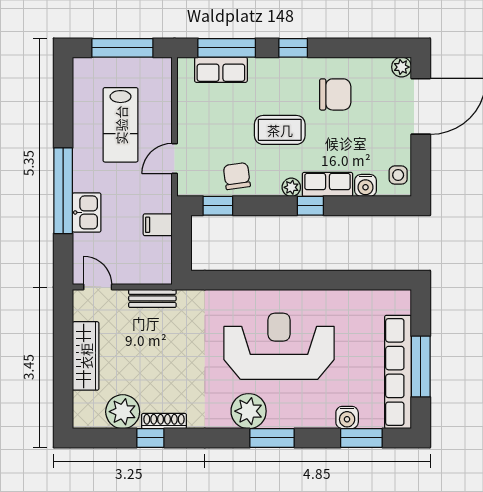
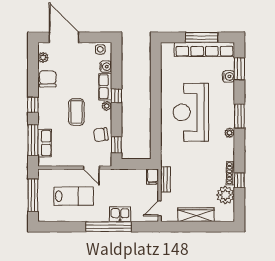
plant: (402, 67) -> (43, 58), moved
chair: (335, 94) -> (48, 79), moved
filing cabinet: (158, 225) -> (152, 177), moved
plant: (249, 411) -> (229, 133), width x0.53, depth x0.53

